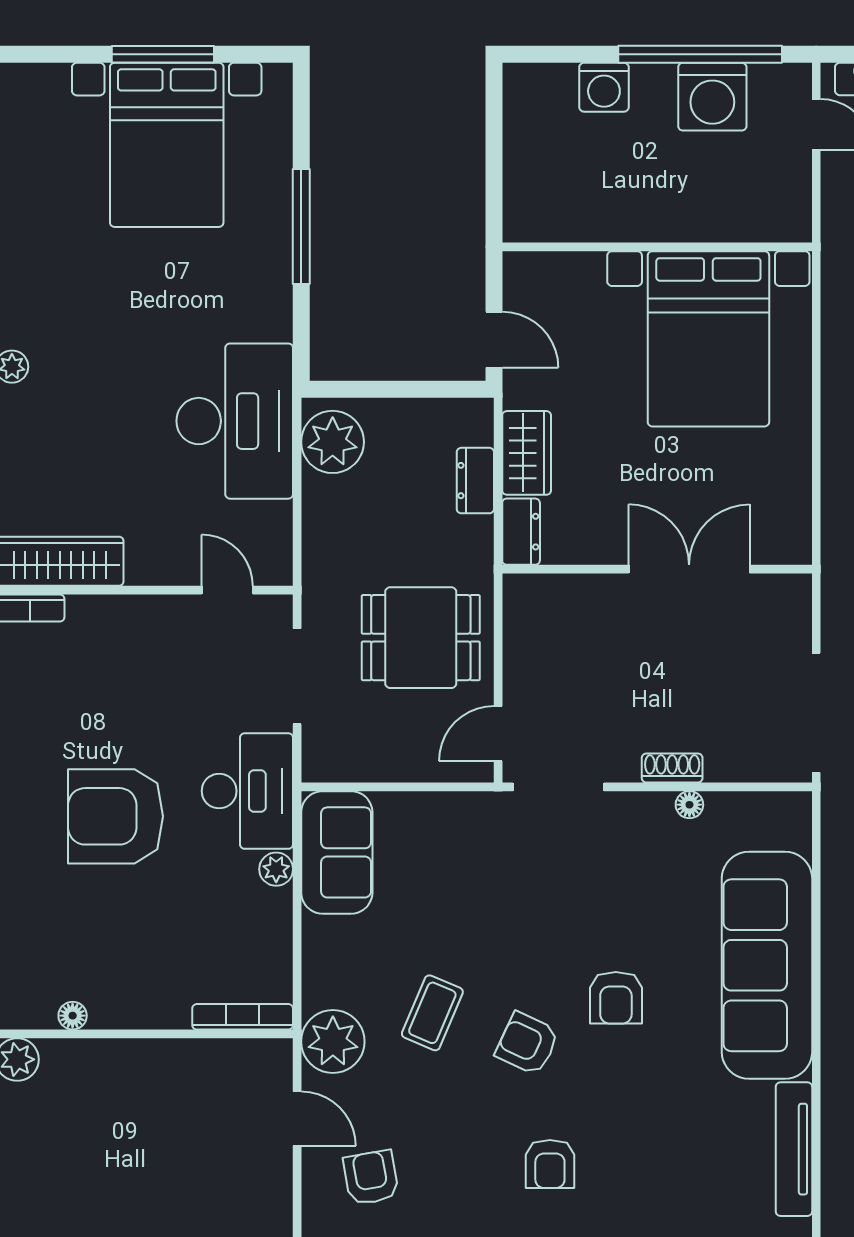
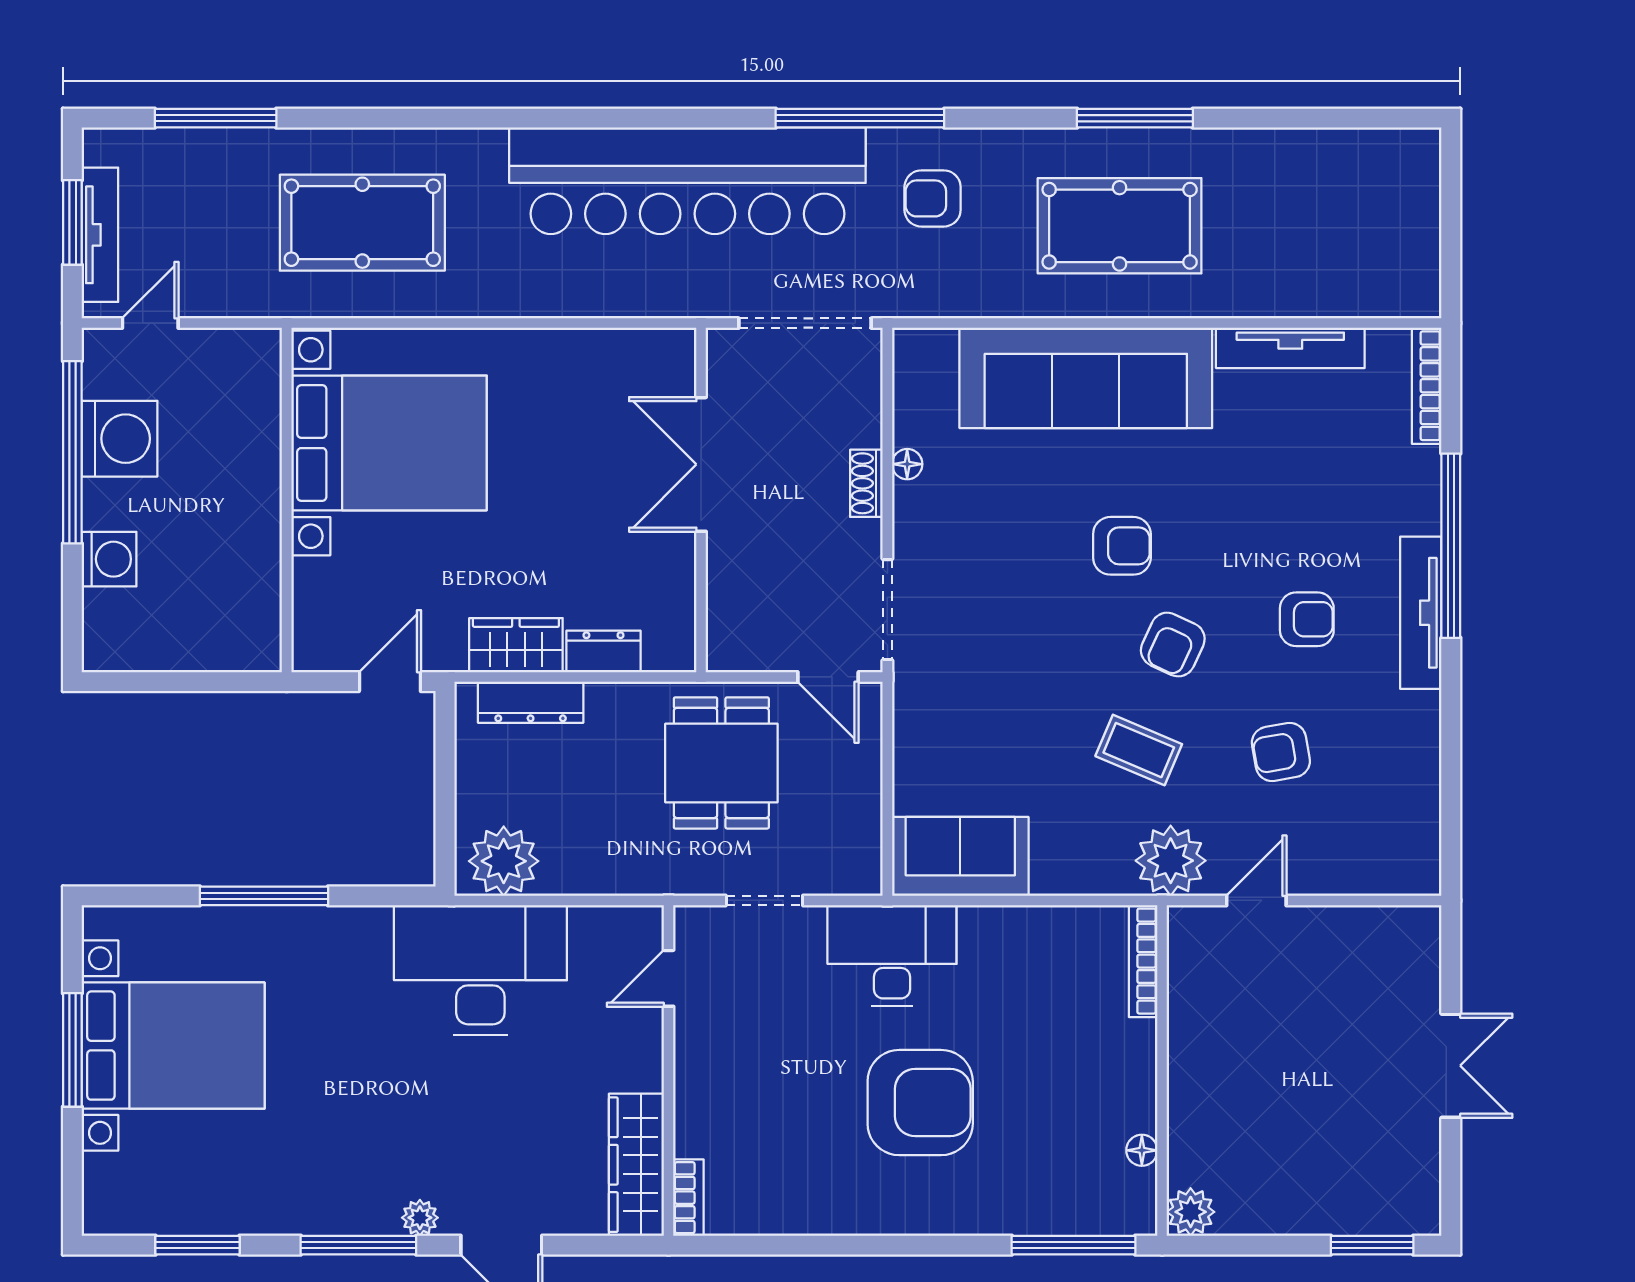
dresser: (475, 481) -> (531, 702), width x1.44
wall: (657, 569) -> (701, 500), moved
double door: (689, 569) -> (701, 464), moved
doorway: (297, 676) -> (764, 900), width x0.73
armchair: (115, 816) -> (920, 1103), turned -90
plant: (276, 869) -> (979, 924), removed
armchair: (371, 1178) -> (1281, 752), moved

